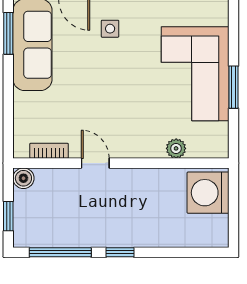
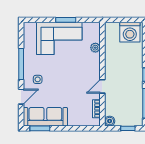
washing machine: (208, 193) -> (130, 32), moved

